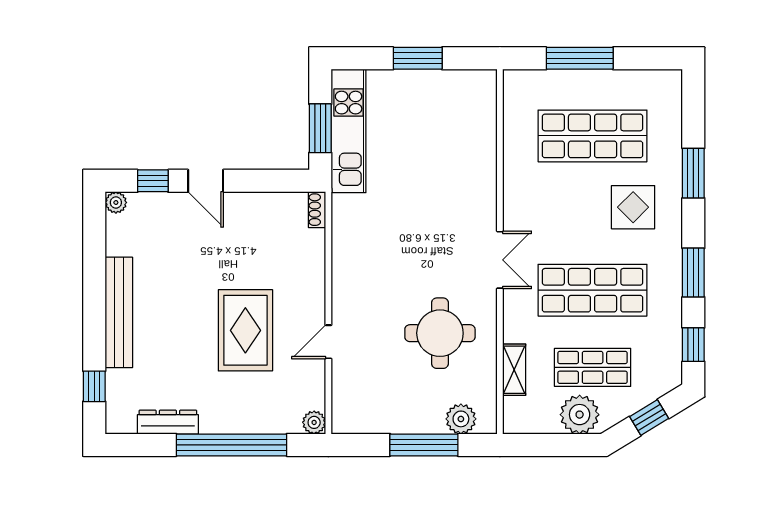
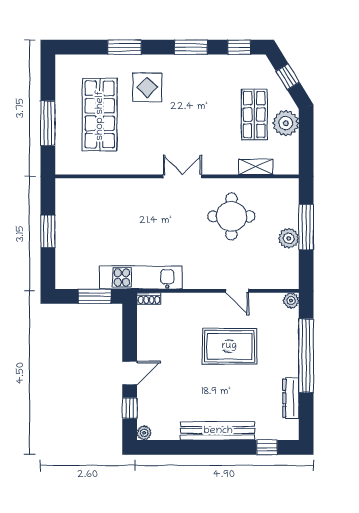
kitchen unit: (349, 131) -> (141, 277), moved
shop shelf: (593, 290) -> (203, 115), removed
plant: (461, 419) -> (289, 238), moved

